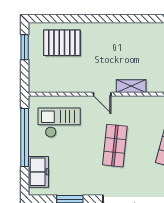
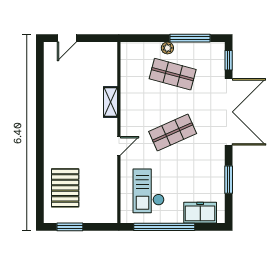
shelving: (131, 86) -> (110, 102), moved
shop shelf: (115, 146) -> (173, 133), turned -30

